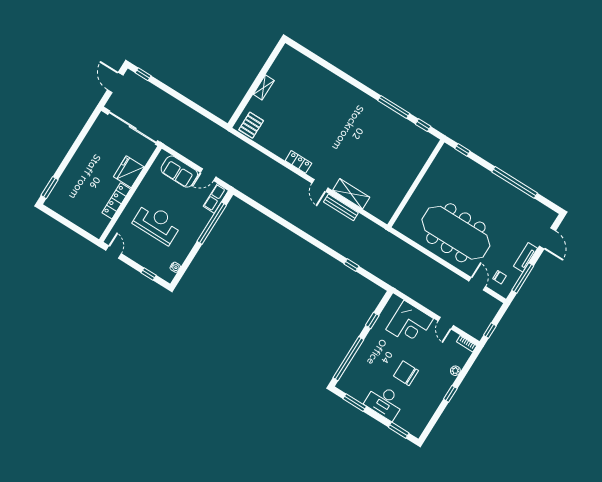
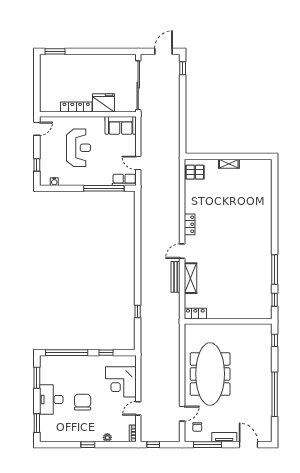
sofa: (179, 172) -> (121, 125), moved, turned -90
locker: (388, 210) -> (195, 314), added
door: (547, 238) -> (248, 445), swing flipped

